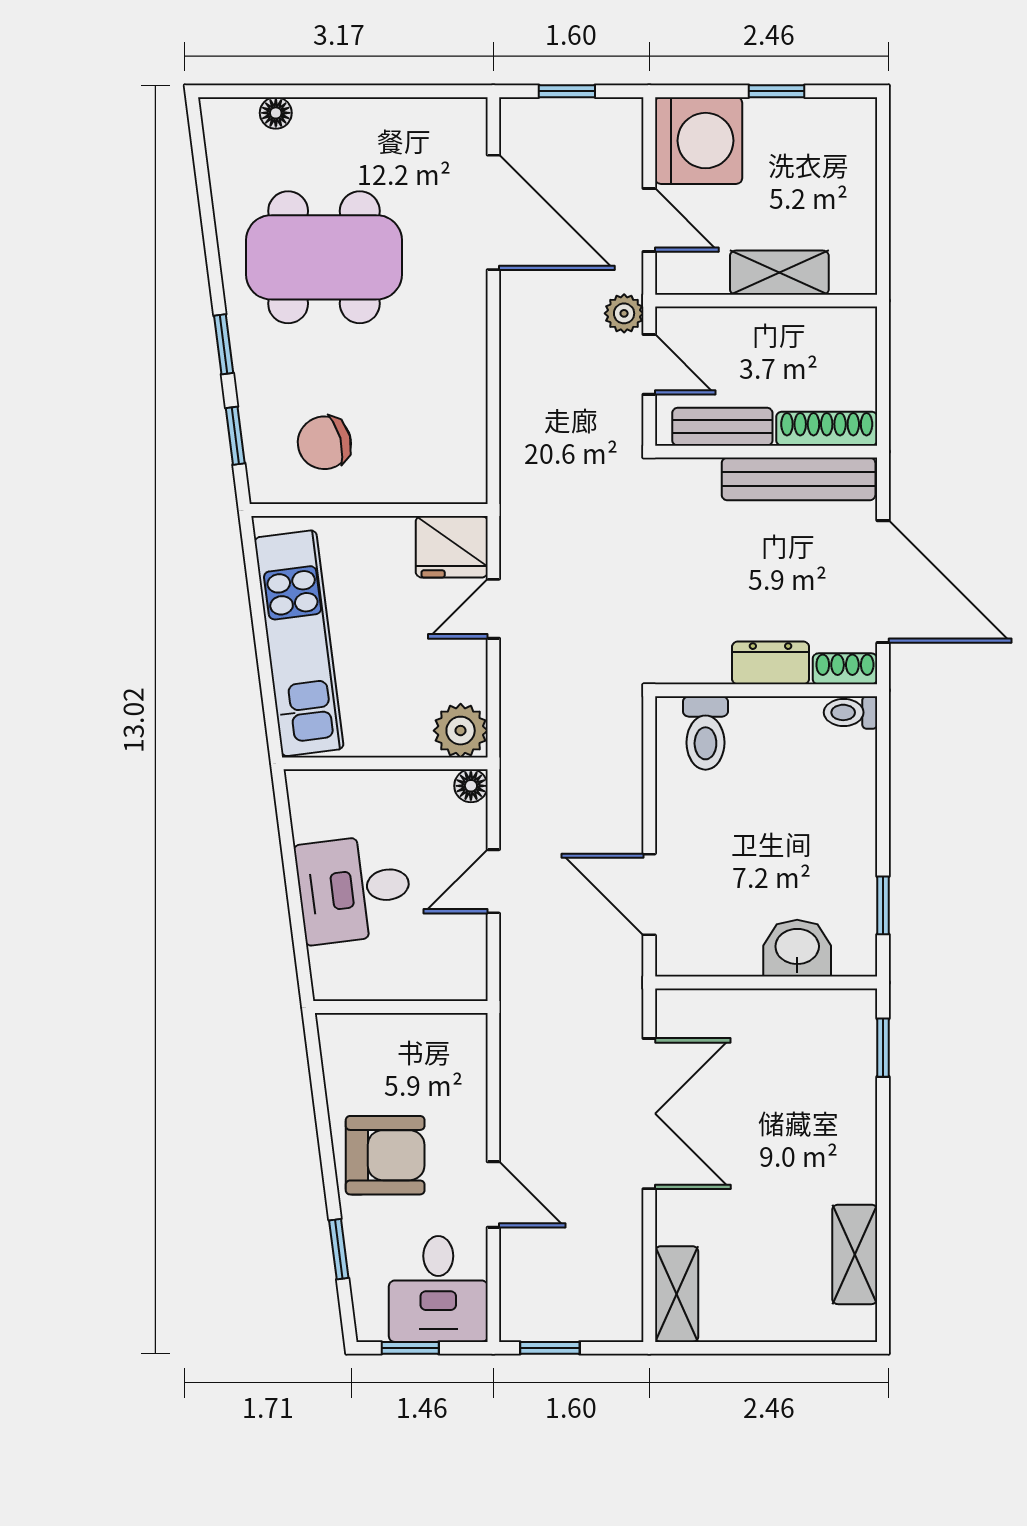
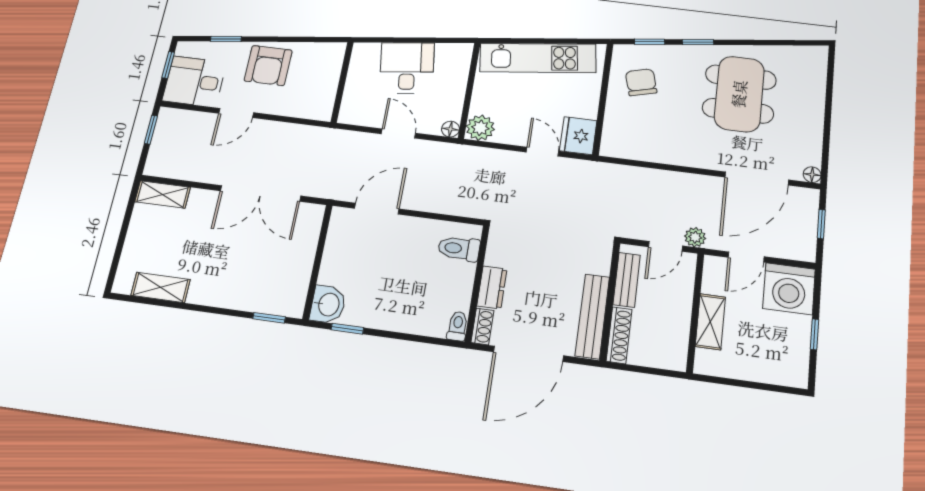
floor lamp: (276, 113) -> (812, 175), moved
washbasin: (797, 948) -> (328, 304), moved

